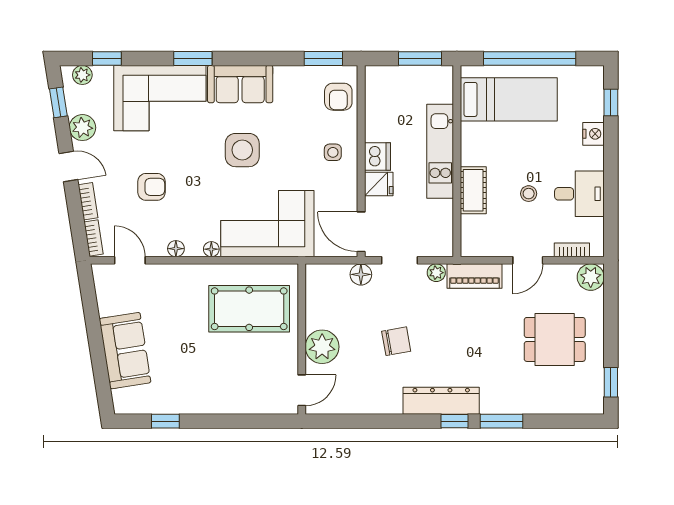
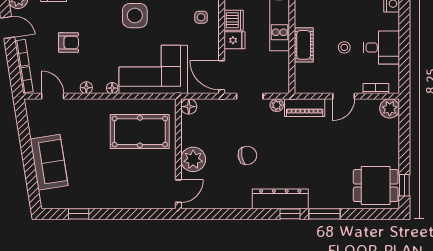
floor lamp: (361, 274) -> (189, 107), moved
dining table: (555, 339) -> (376, 186), moved

